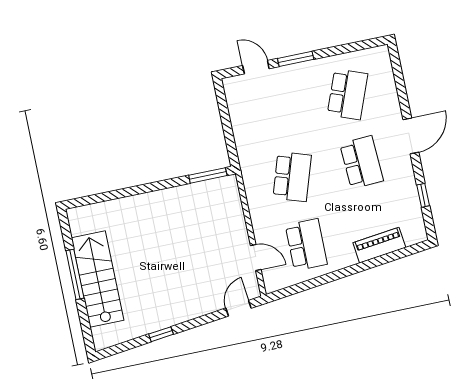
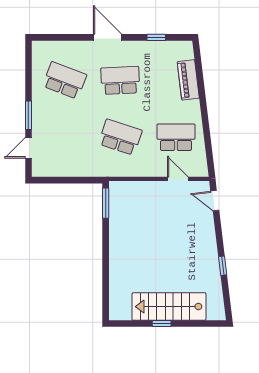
door: (256, 257) -> (178, 179), hinge flipped
window: (75, 274) -> (162, 324), width x0.46

